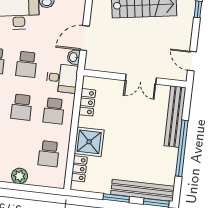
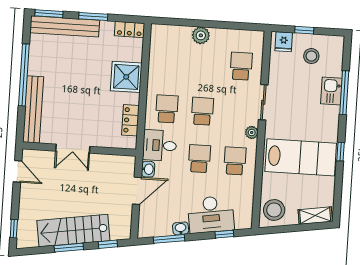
double door: (141, 79) -> (73, 149), swing flipped
school desk: (49, 154) -> (170, 62), removed
locker: (79, 169) -> (129, 29), moved, turned -90

